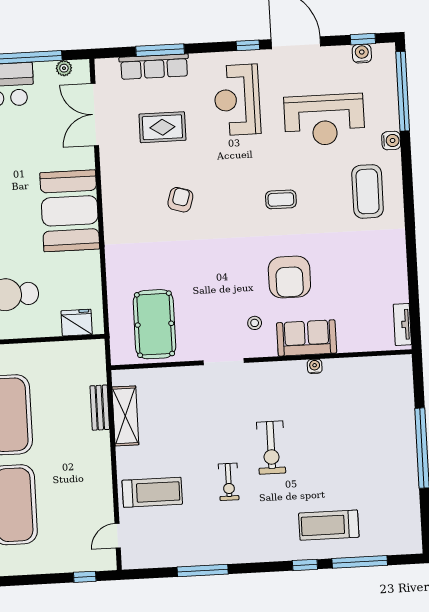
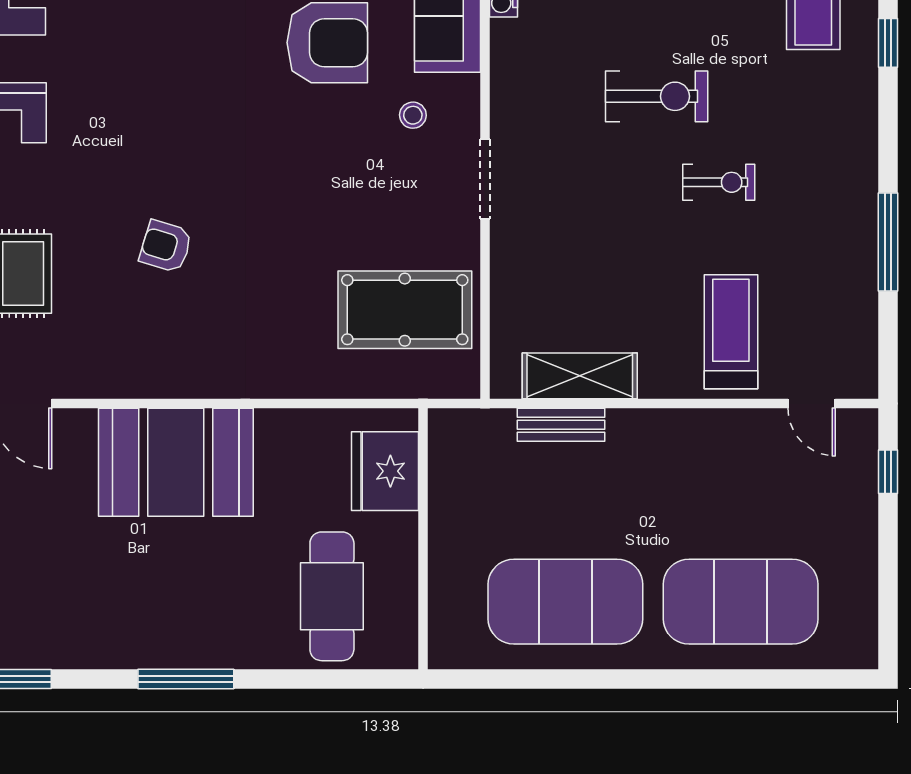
coffee table: (281, 199) -> (176, 51), removed
fridge: (77, 323) -> (385, 471), width x1.36, depth x1.34

